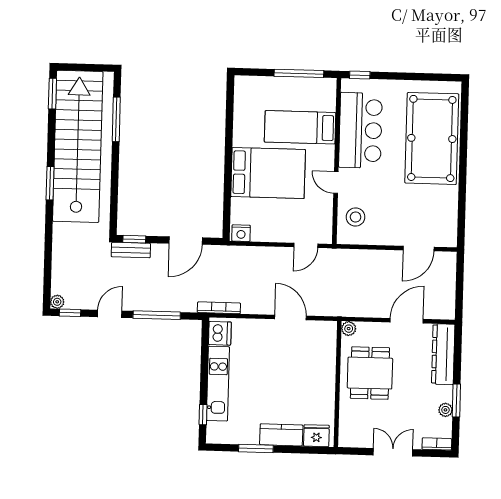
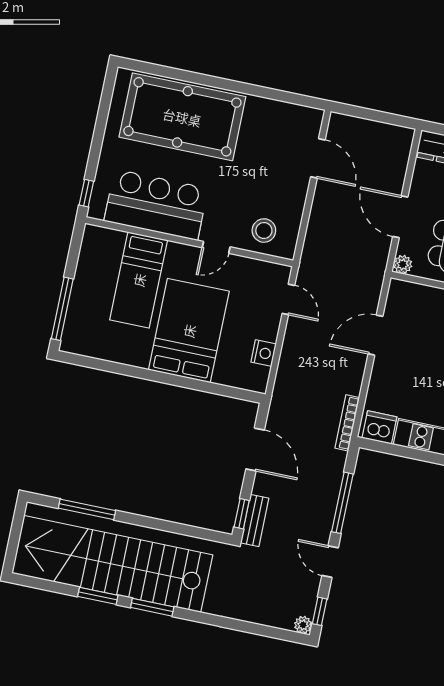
window: (299, 73) -> (62, 309), moved
window: (52, 94) -> (98, 596), moved
nightstand: (241, 233) -> (264, 353), moved
door: (407, 321) -> (400, 217), moved

